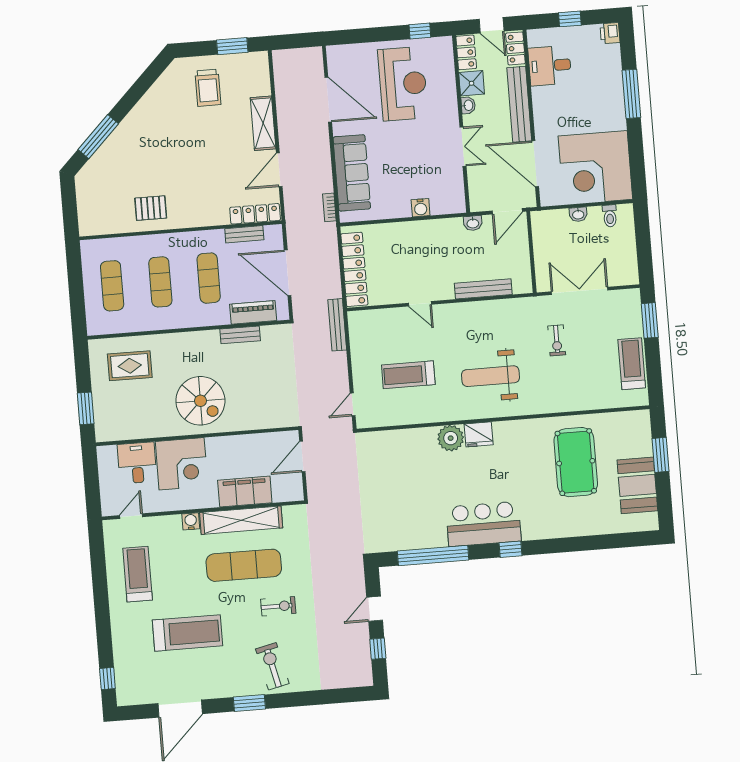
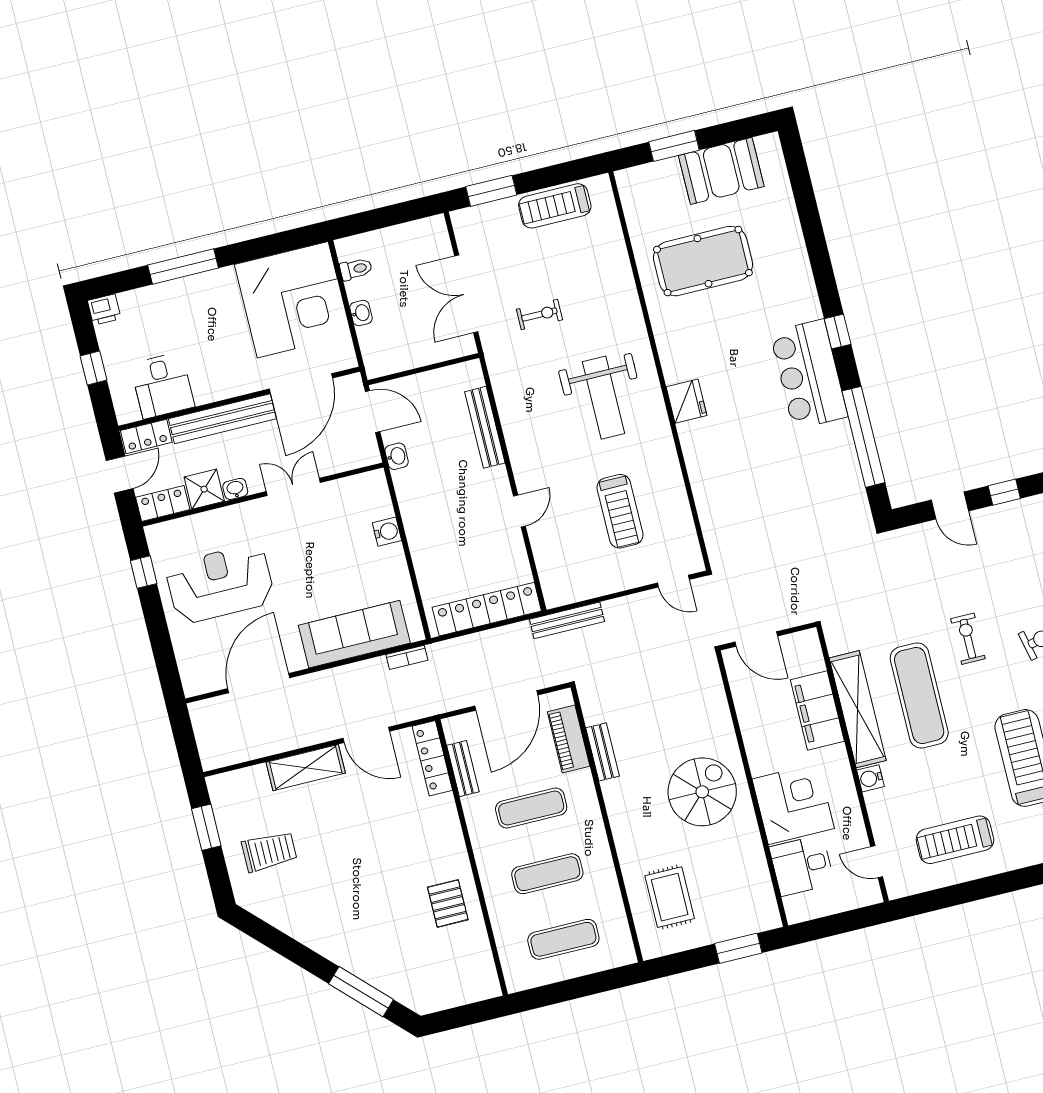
plant: (451, 438) -> (698, 439), removed

